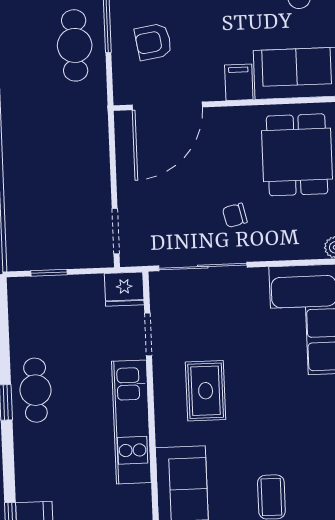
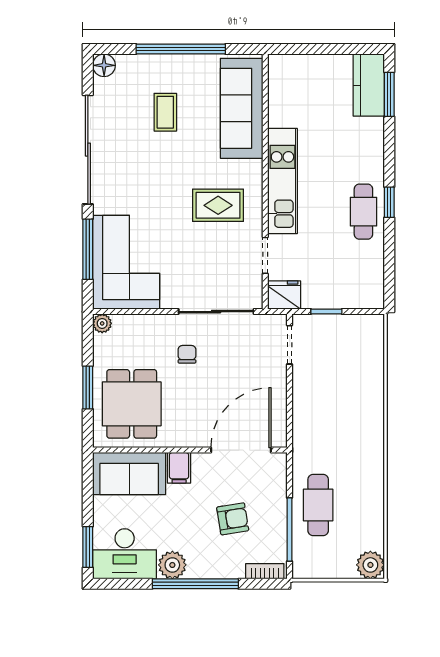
armchair: (153, 42) -> (233, 519), moved
chair: (235, 215) -> (187, 354), turned -77
window: (49, 273) -> (326, 312), moved
rug: (206, 391) -> (218, 205), turned 90

